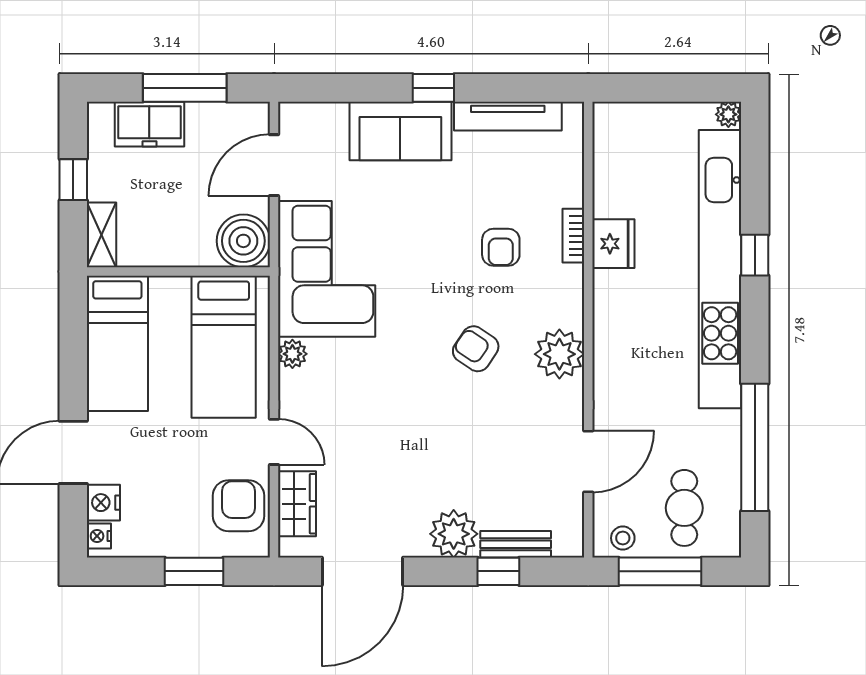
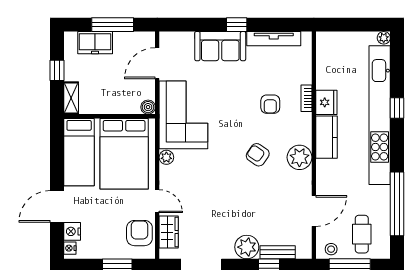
boiler: (243, 241) -> (148, 107), width x0.54, depth x0.54
kitchen counter: (614, 314) -> (327, 137), added
bed: (224, 347) -> (124, 154), width x1.50

